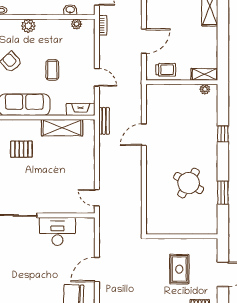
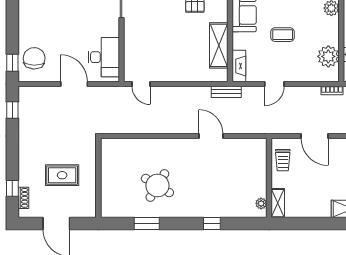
plant: (77, 24) -> (328, 56), width x1.88, depth x1.88
door: (97, 198) -> (141, 84), swing flipped
desk: (57, 231) -> (104, 57), moved
door: (97, 270) -> (74, 84), moved

